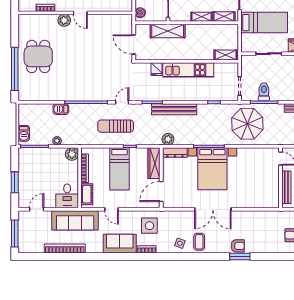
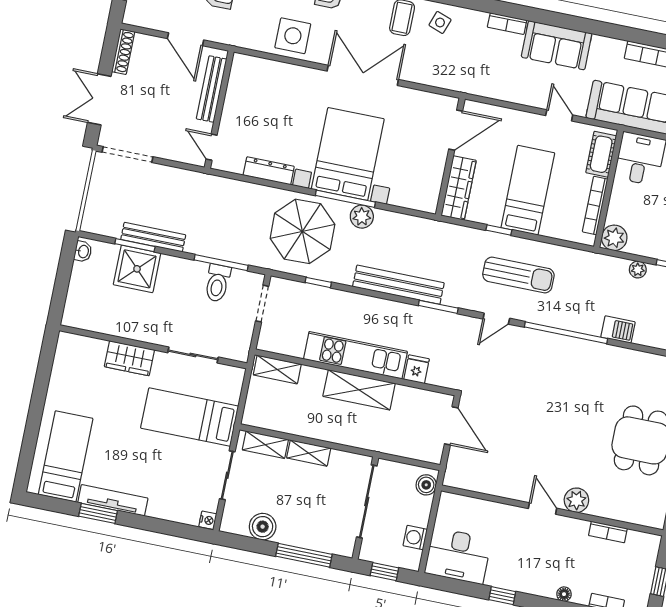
shelving: (168, 31) -> (359, 390), moved
parasol: (247, 124) -> (302, 231), moved
plant: (168, 139) -> (362, 217), moved
dresser: (175, 152) -> (269, 171), moved
side table: (149, 226) -> (293, 36), moved

